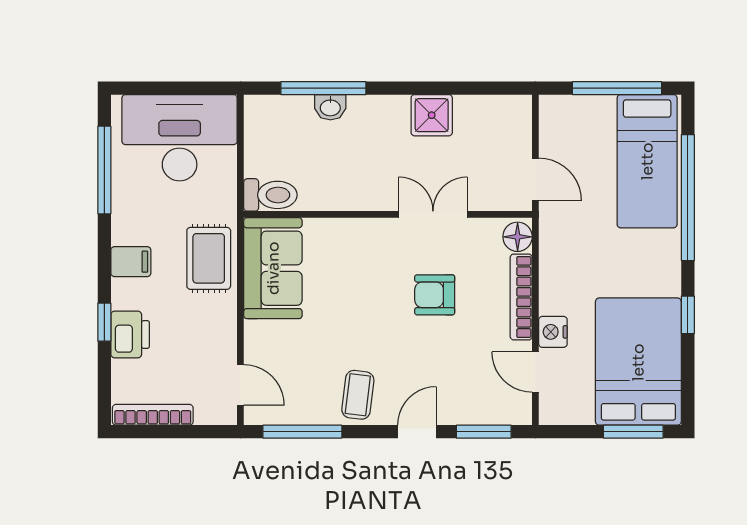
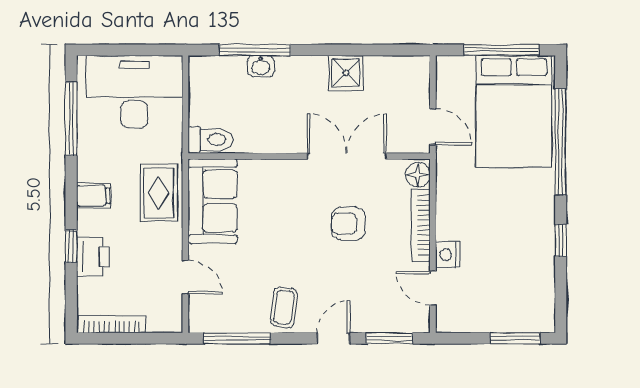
bed: (647, 161) -> (514, 111), width x1.50
double door: (433, 214) -> (347, 156), width x1.37
bed: (638, 362) -> (519, 279), removed
door: (240, 385) -> (185, 277), moved

